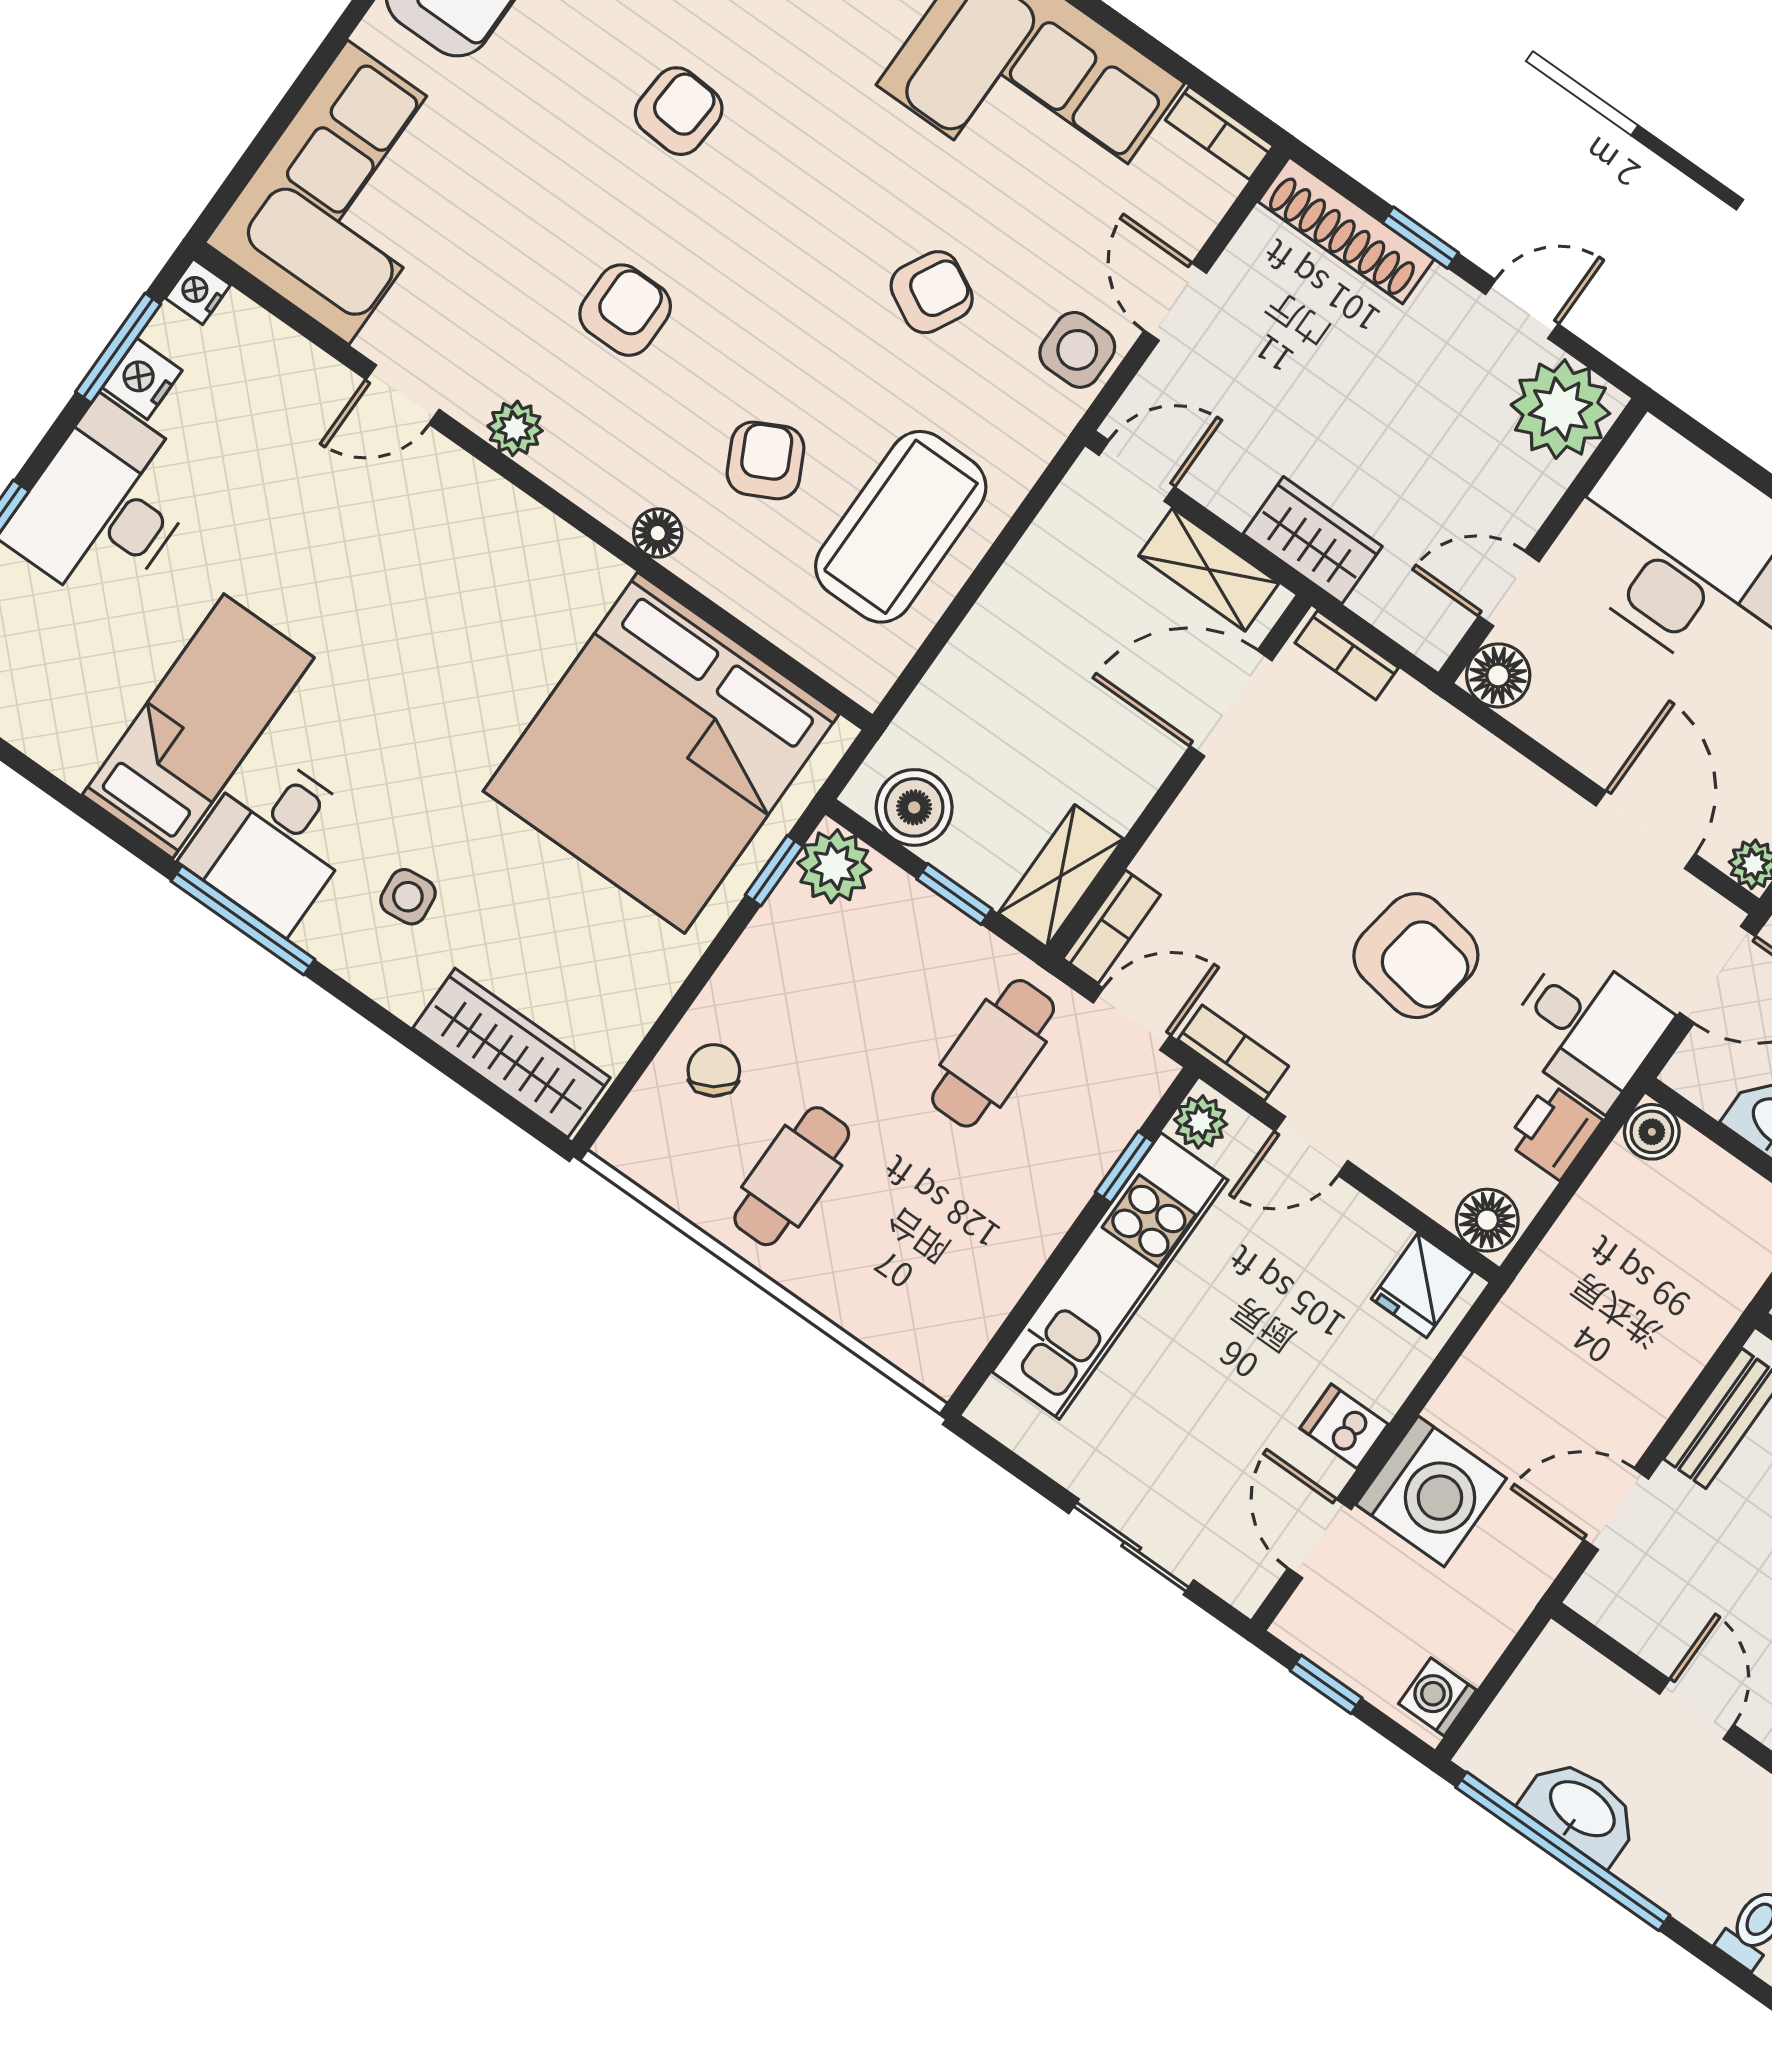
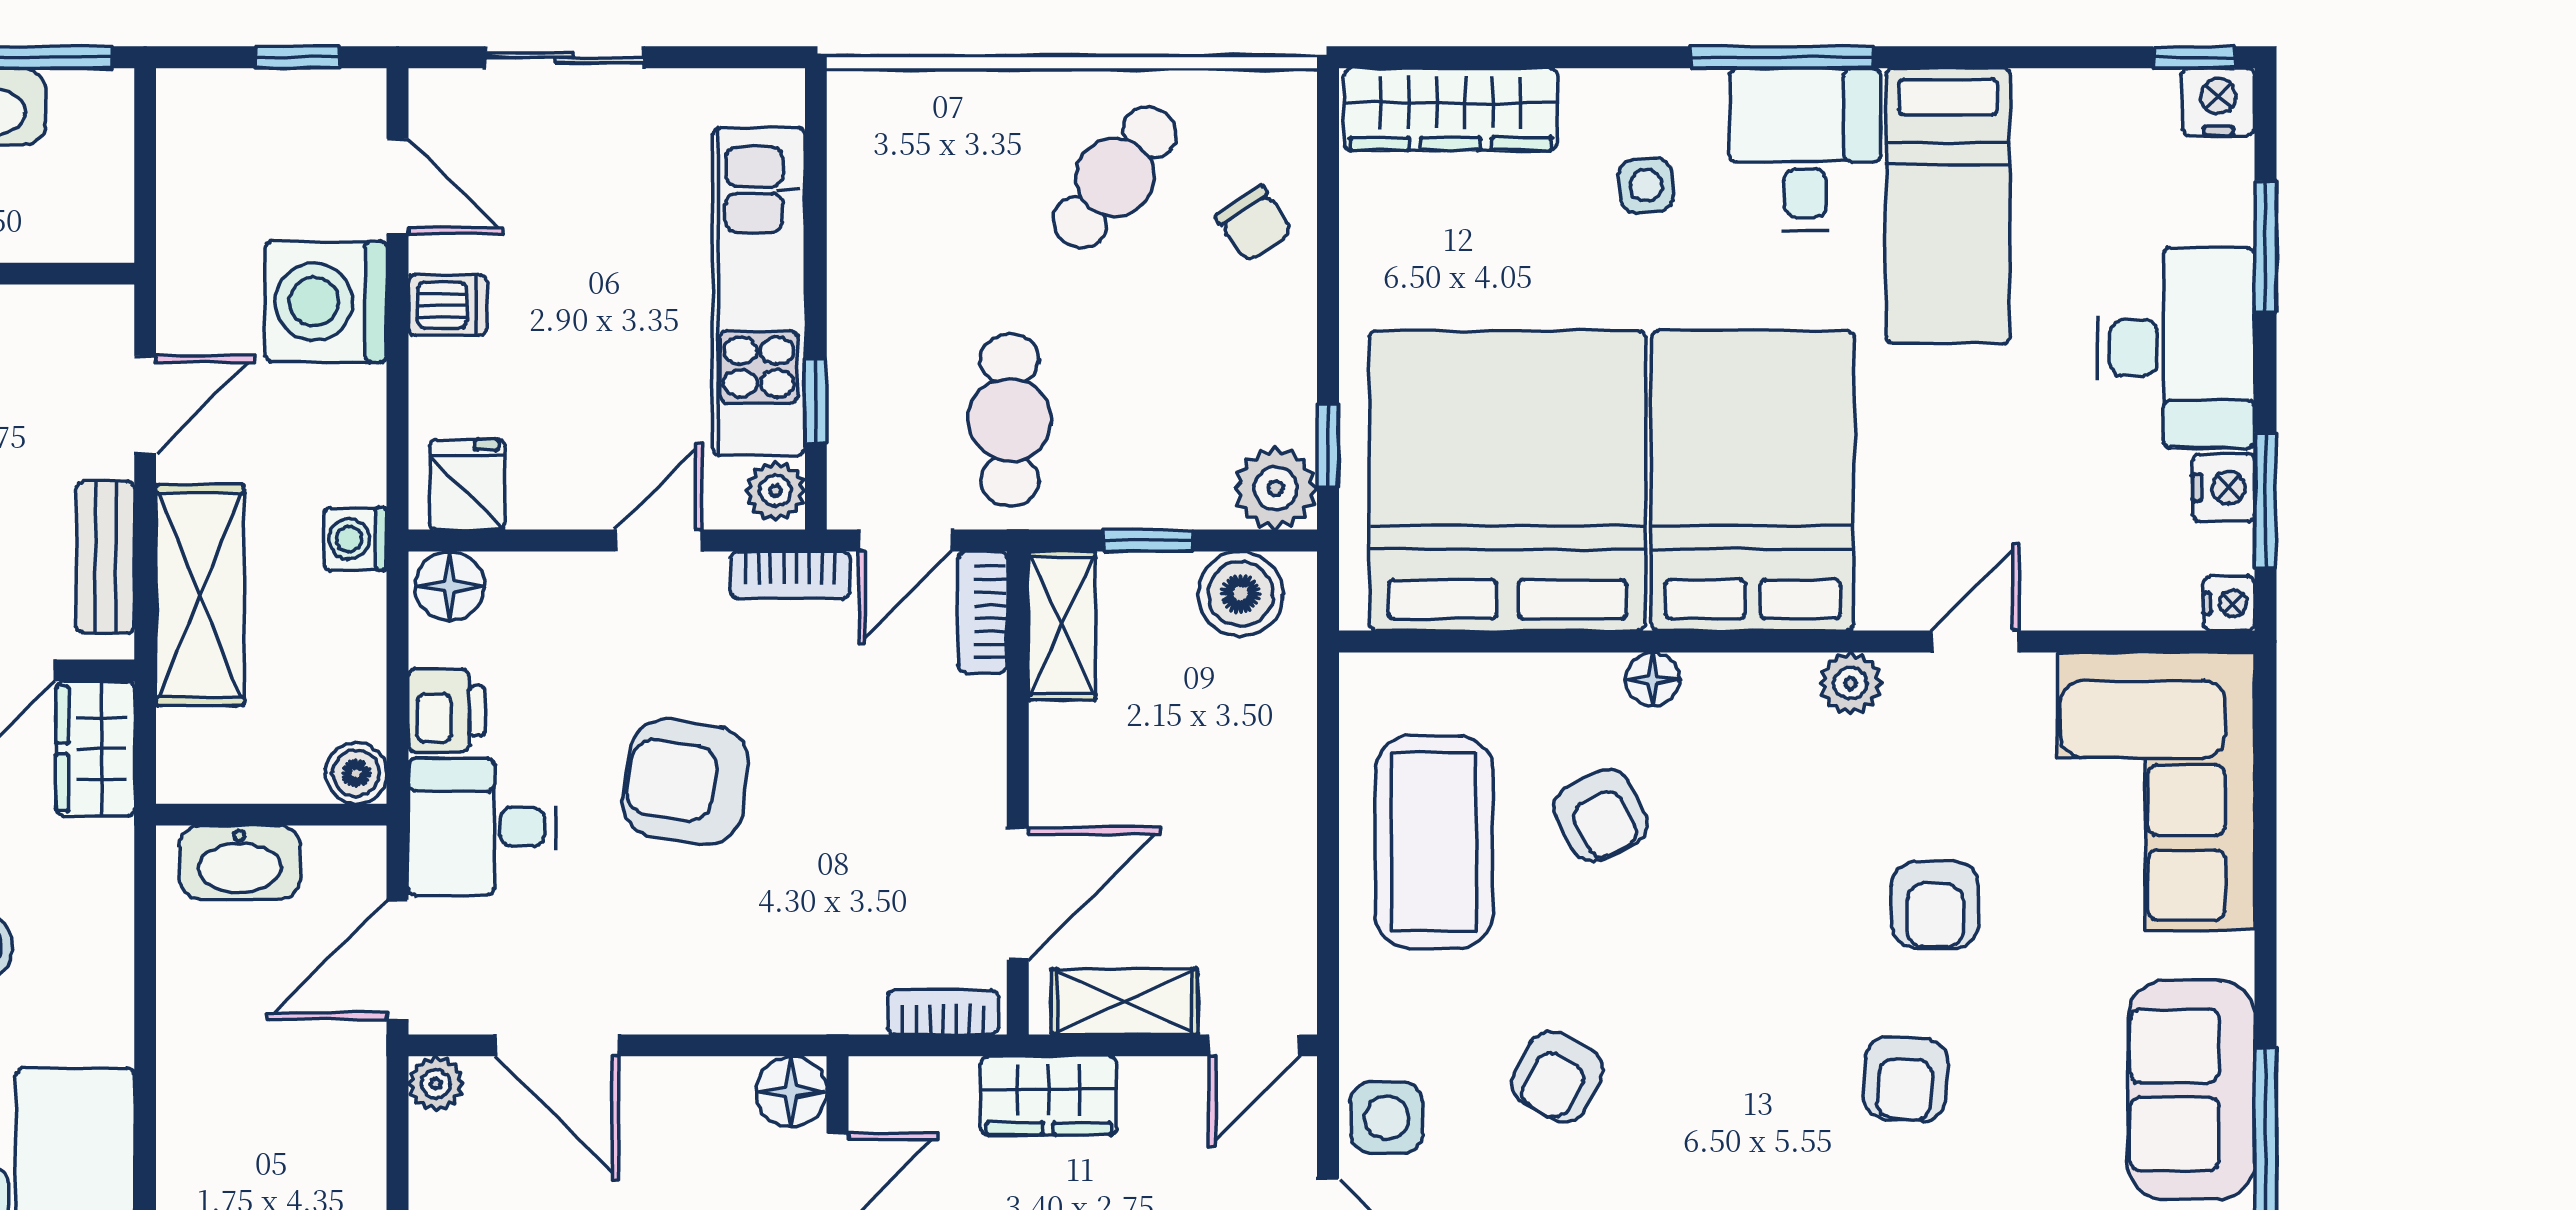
armchair: (625, 310) -> (1935, 905), moved
bed: (482, 626) -> (1753, 481), added
cafe table: (792, 1176) -> (1115, 177), turned 38
shelving: (1674, 1342) -> (200, 595), added
washing machine: (1438, 1697) -> (355, 539), moved, turned 180

